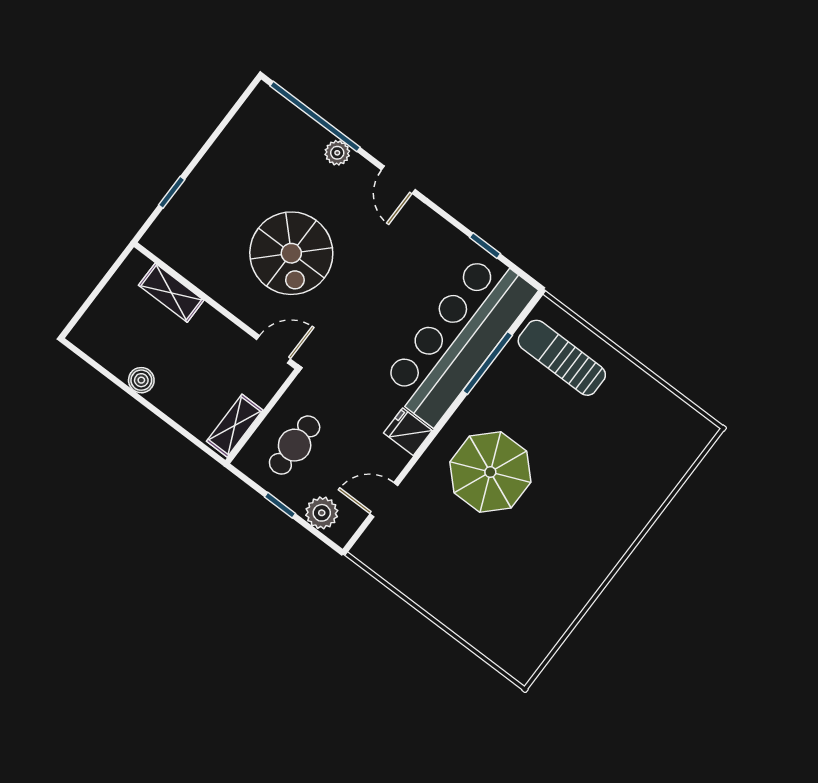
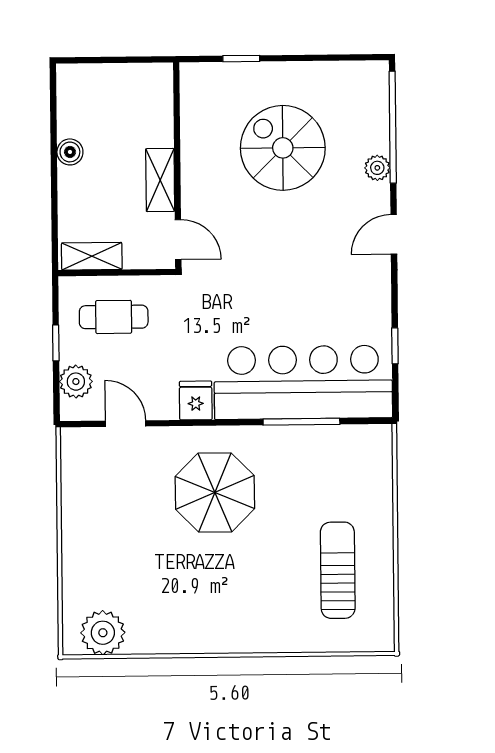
spiral stairs: (291, 253) -> (283, 148), moved, turned 90
shelving: (171, 293) -> (160, 180), moved
sun lounger: (562, 358) -> (338, 570), moved
plant: (531, 642) -> (103, 633), added

